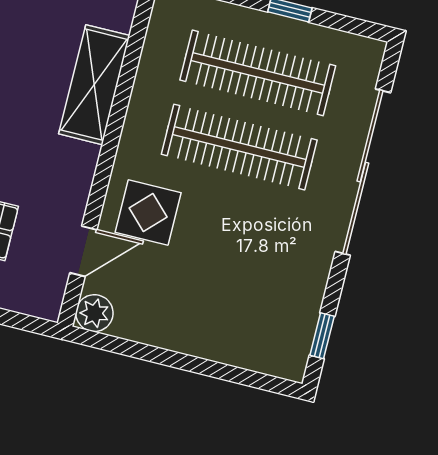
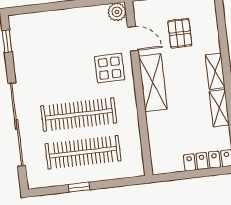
shelving: (94, 85) -> (153, 83), moved
door: (83, 251) -> (133, 39), swing flipped

